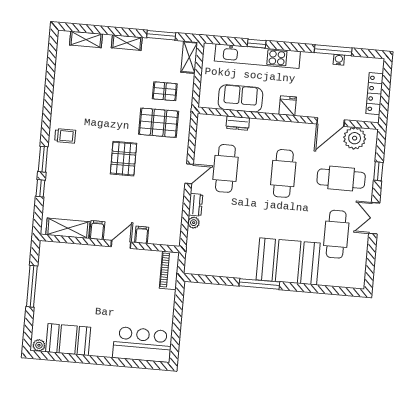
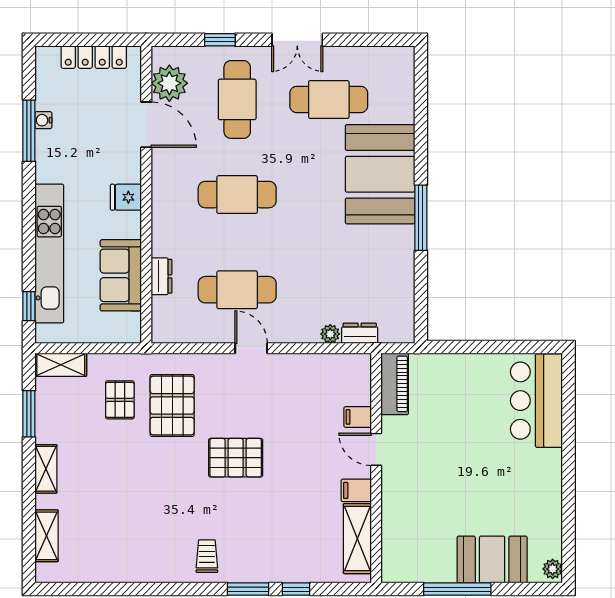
window: (257, 44) -> (29, 306), moved
dresser: (196, 205) -> (360, 333), moved
piano: (169, 270) -> (395, 384), moved, turned -90
booth: (68, 340) -> (492, 560), moved, turned 90

